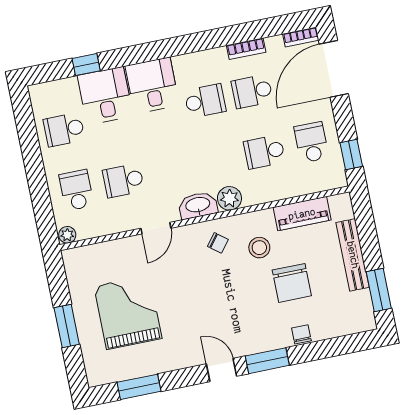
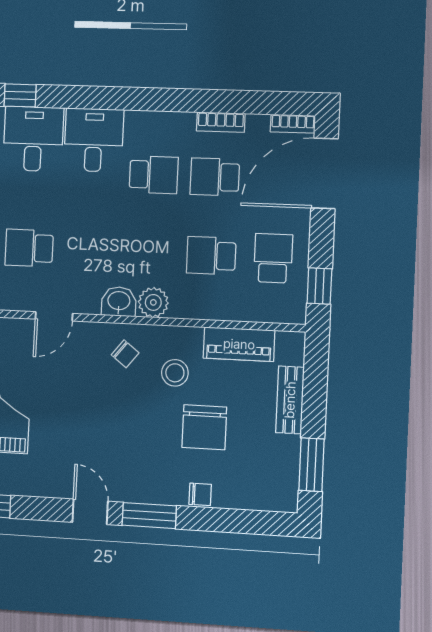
washbasin: (198, 205) -> (119, 301), width x0.72
bench: (353, 255) -> (290, 400), width x0.73
chair: (301, 334) -> (200, 494), turned 90

